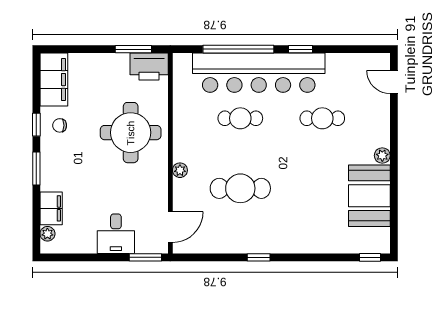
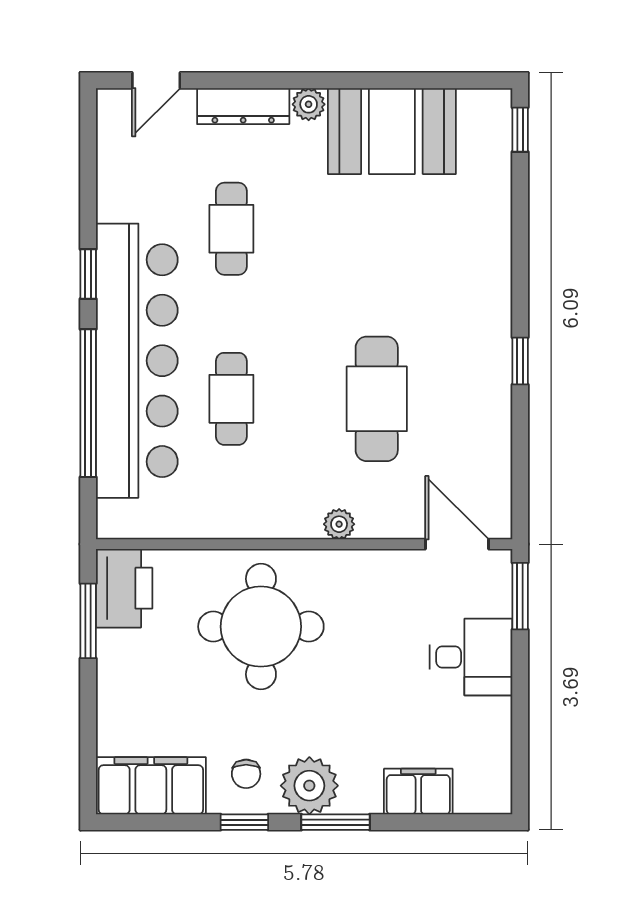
dresser: (381, 124) -> (243, 106), added
plant: (47, 234) -> (309, 786), moved, width x1.88, depth x1.88

